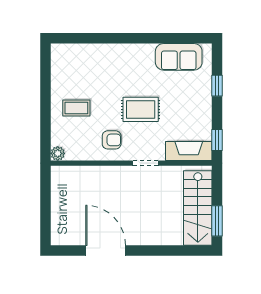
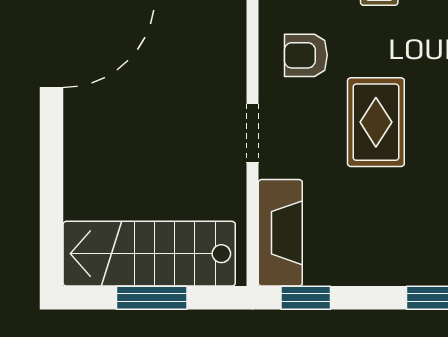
armchair: (112, 140) -> (306, 55), turned 90
window: (217, 221) -> (152, 298), moved

